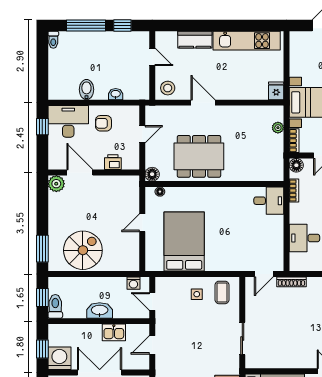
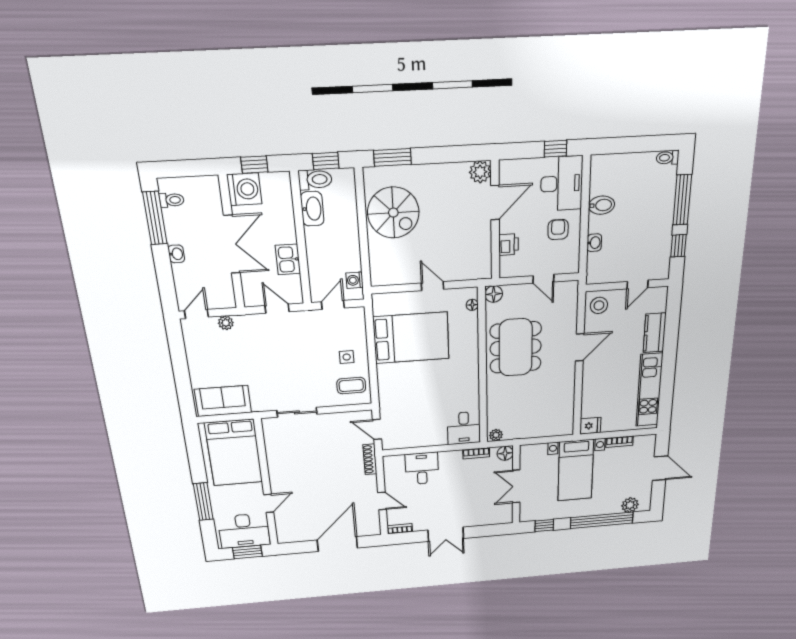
plant: (278, 128) -> (496, 435), moved
bookcase: (294, 141) -> (619, 442), moved
washbasin: (100, 310) -> (312, 209), moved

